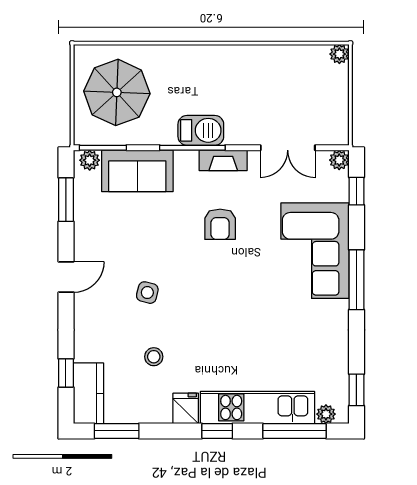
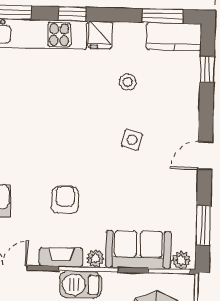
plant: (185, 160) -> (95, 258), added
kitchen counter: (88, 393) -> (174, 37), moved, turned -90

